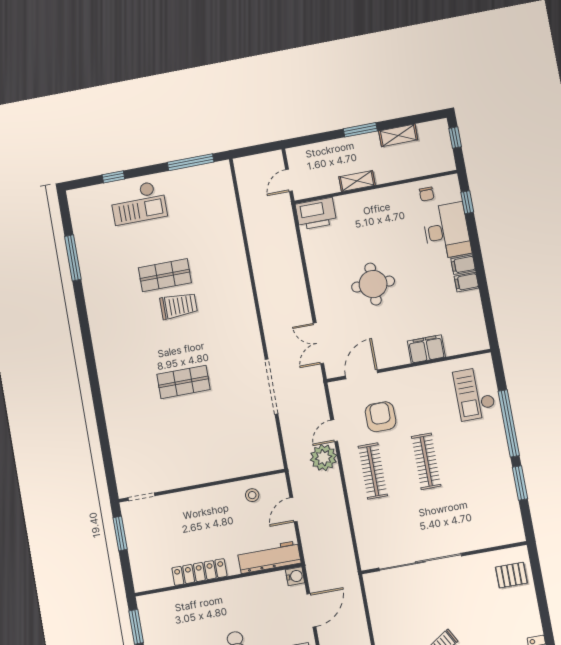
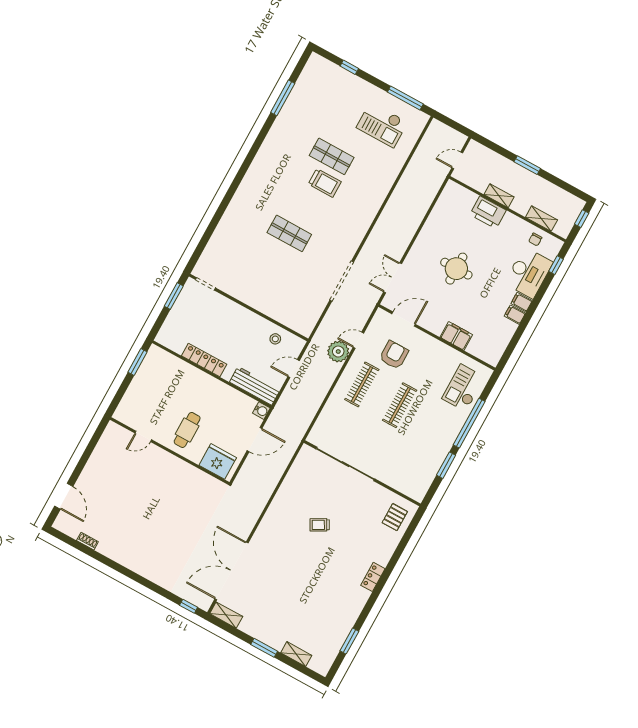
shelving: (398, 135) -> (541, 219), moved
checkout: (138, 203) -> (382, 125), moved
printer: (316, 214) -> (488, 212), moved
pallet: (511, 575) -> (395, 517), turned 90

